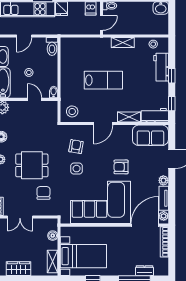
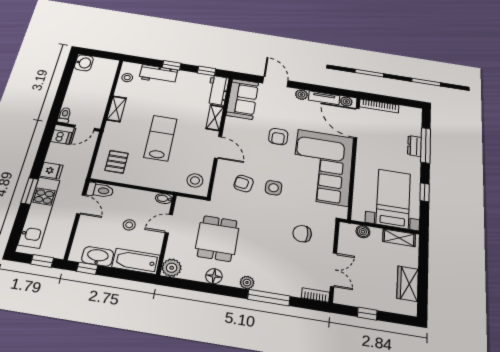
door: (102, 23) -> (84, 128), swing flipped
door: (24, 36) -> (81, 204), moved
pallet: (77, 53) -> (117, 162), added
dining table: (32, 165) -> (217, 238), moved
dresser: (144, 271) -> (415, 146), moved

